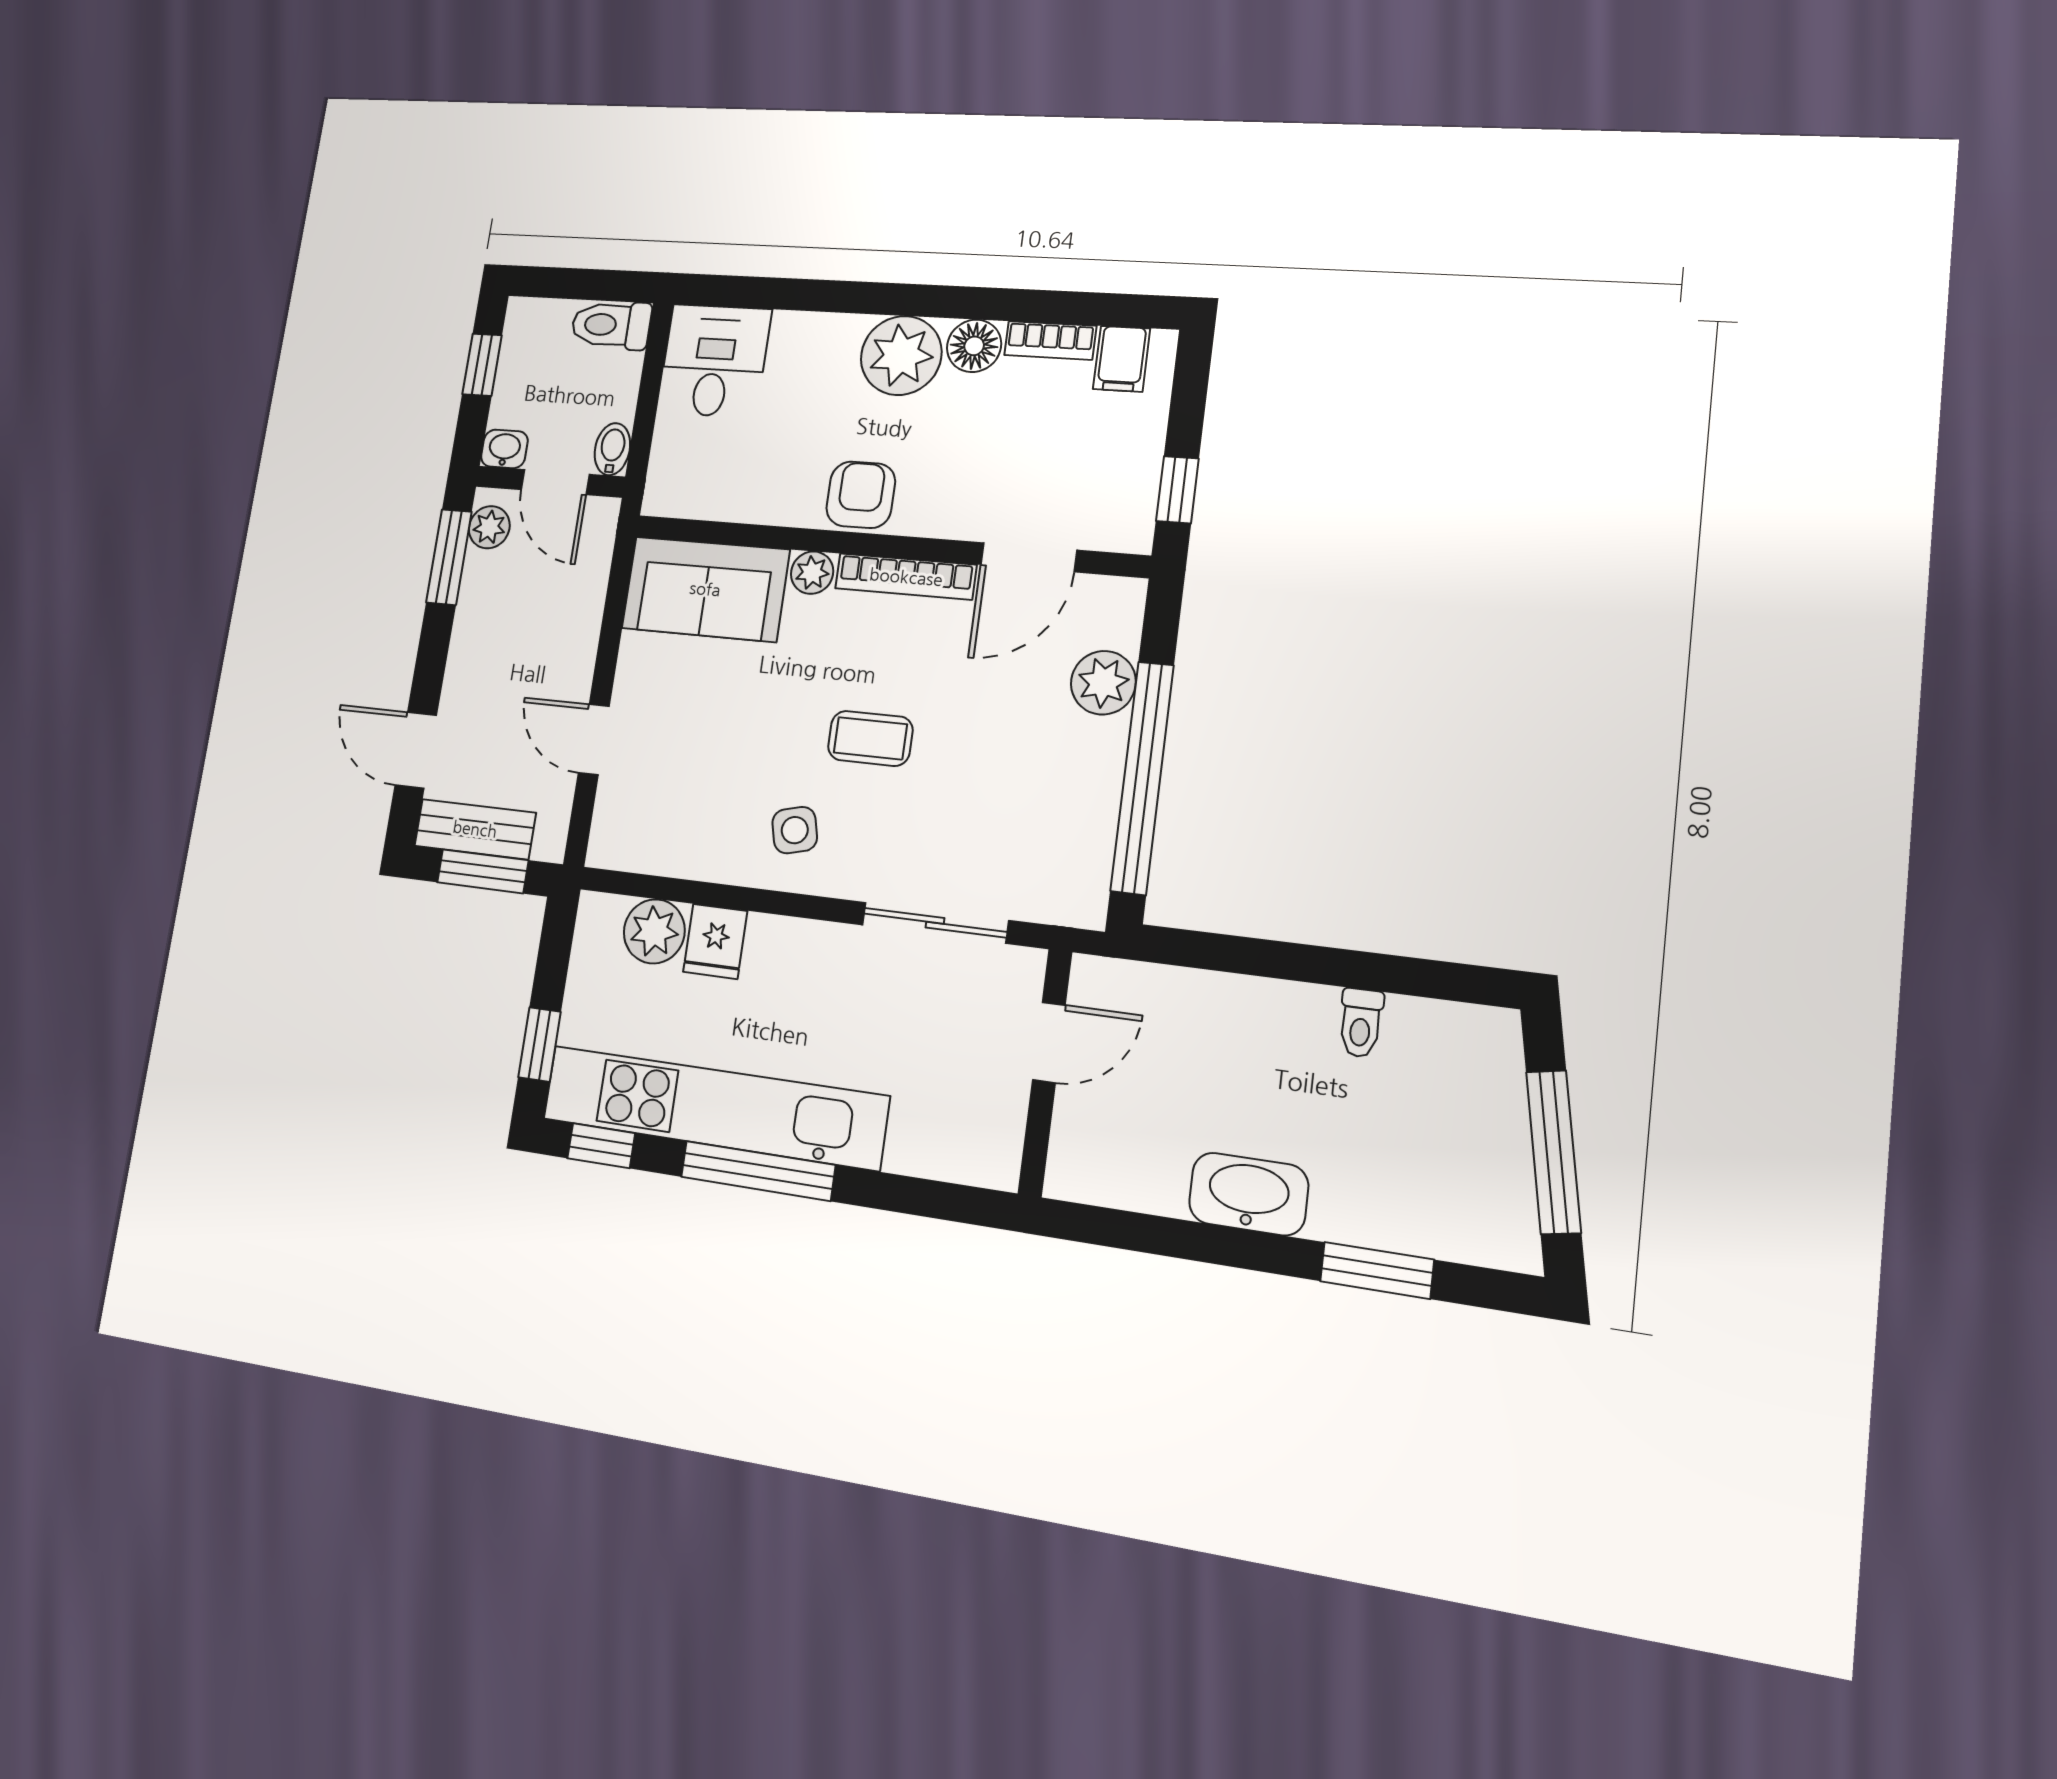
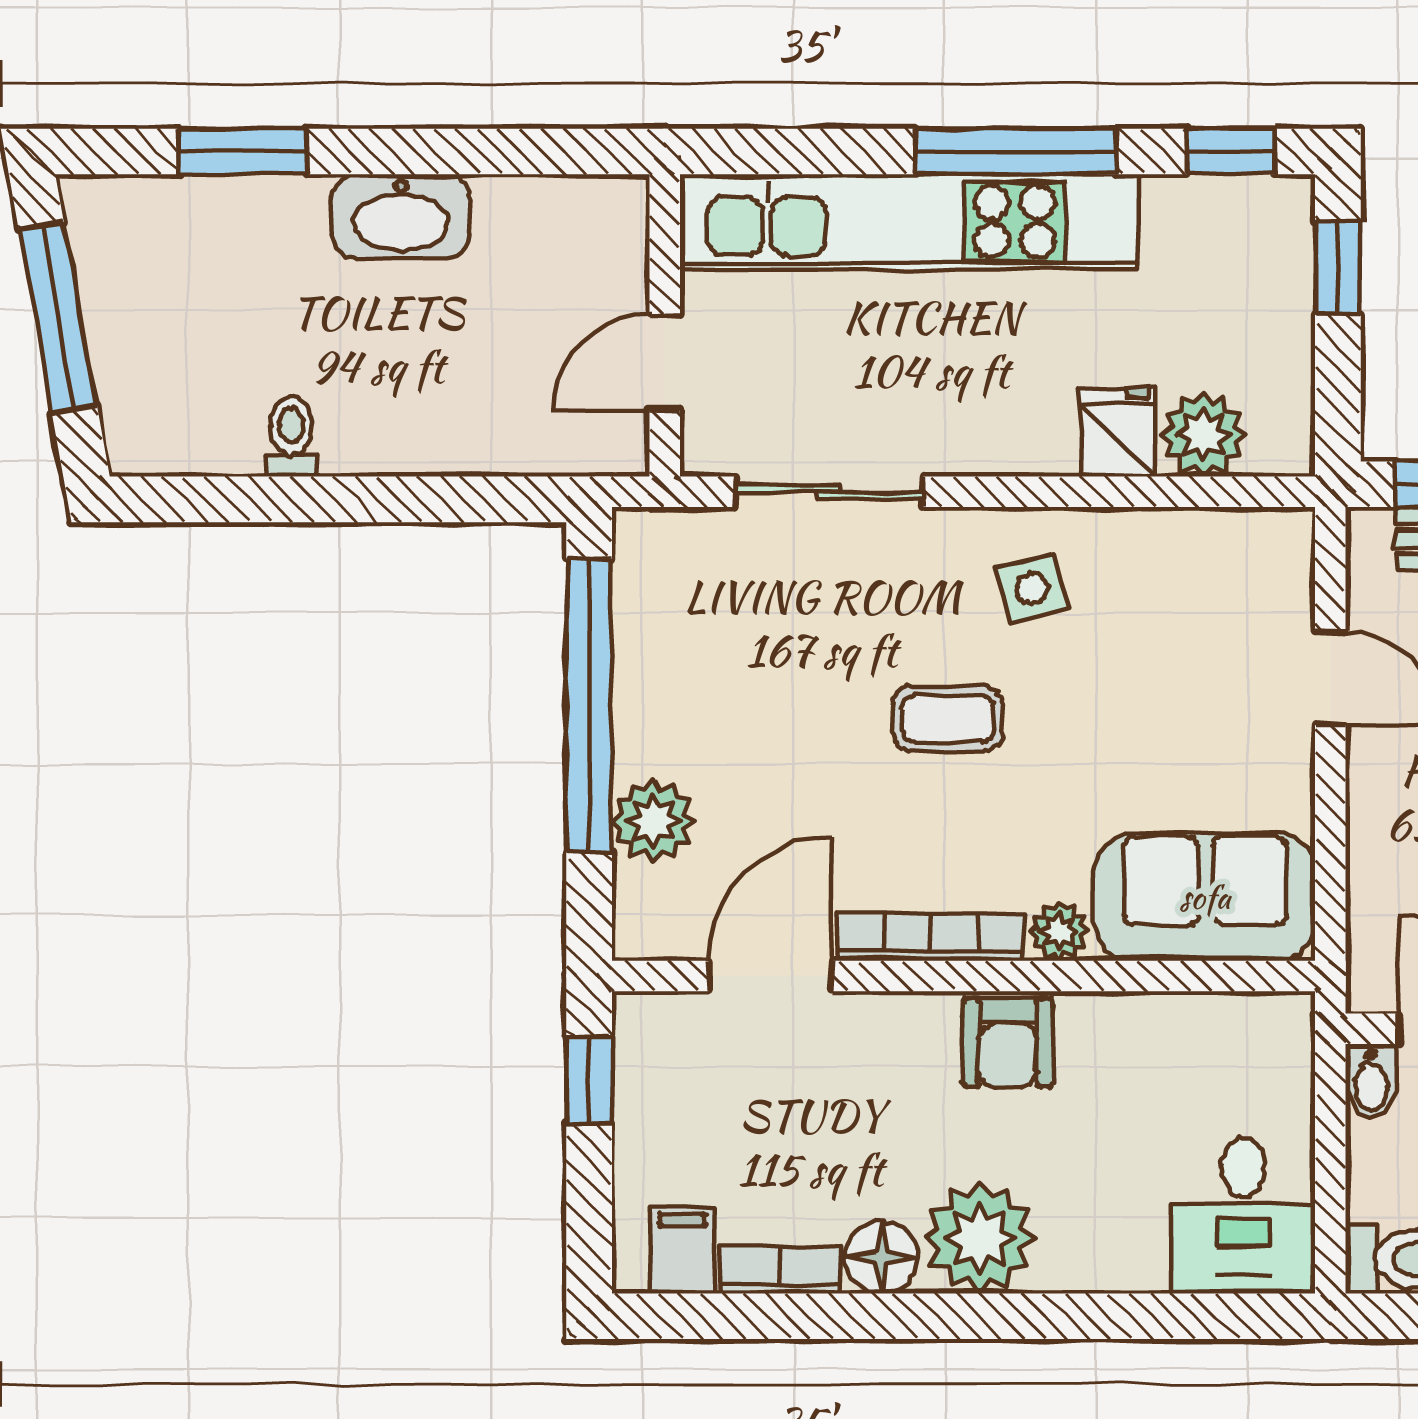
kitchen unit: (714, 1107) -> (909, 222), moved

